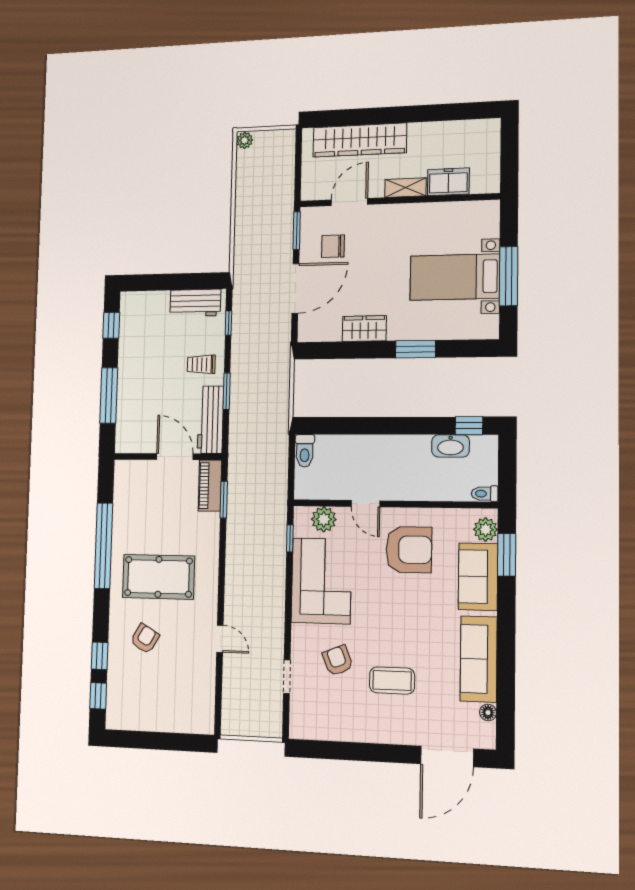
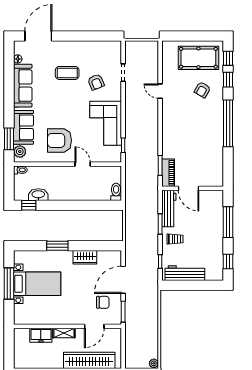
workbench: (195, 303) -> (185, 273), width x1.37
plant: (324, 519) -> (105, 156), removed
window: (103, 546) -> (228, 123), moved
pool table: (158, 577) -> (198, 58), moved

